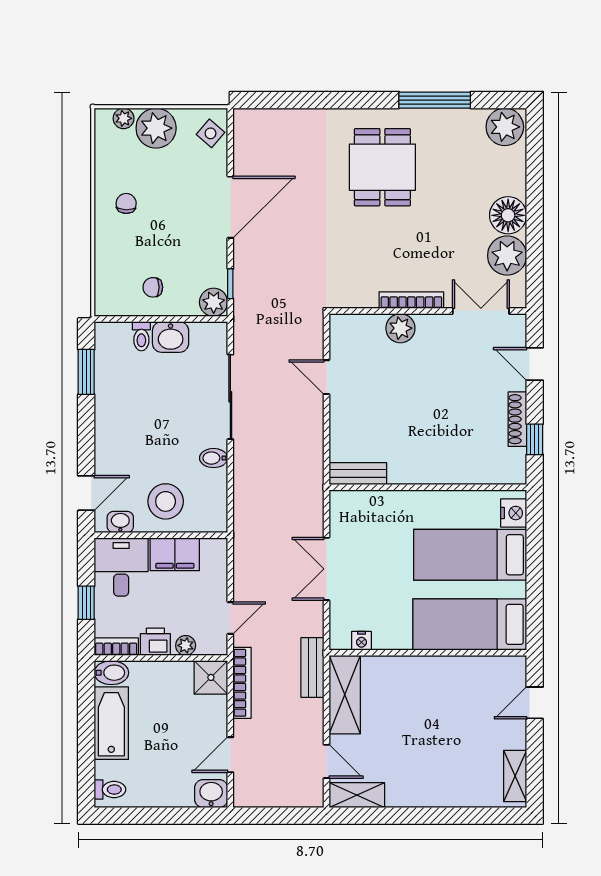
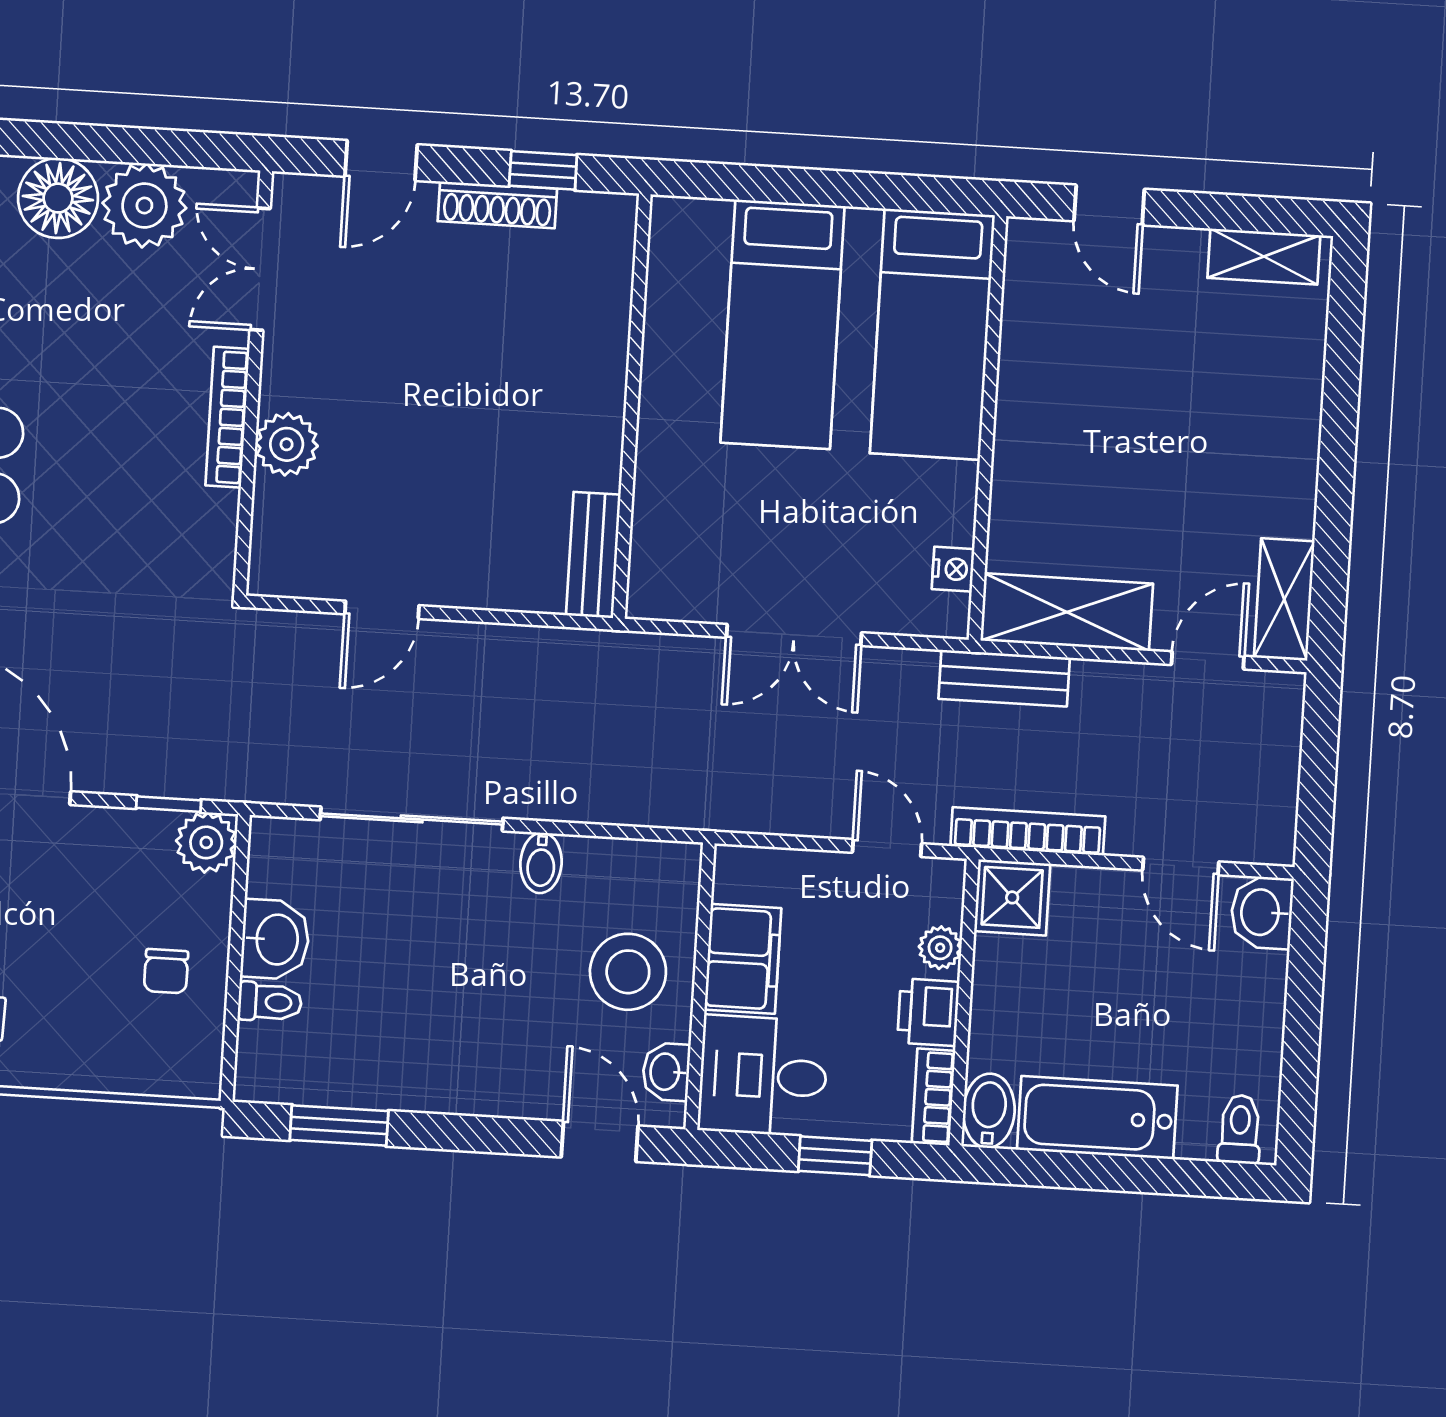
nightstand: (514, 513) -> (699, 225), removed

